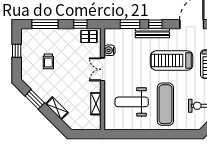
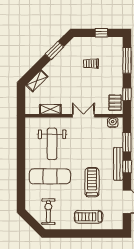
water cooler: (109, 50) -> (113, 122), moved
treadmill: (172, 61) -> (92, 182), width x0.73, depth x0.73
weight bench: (132, 102) -> (52, 144), turned 180
shelving: (57, 108) -> (37, 81), moved

